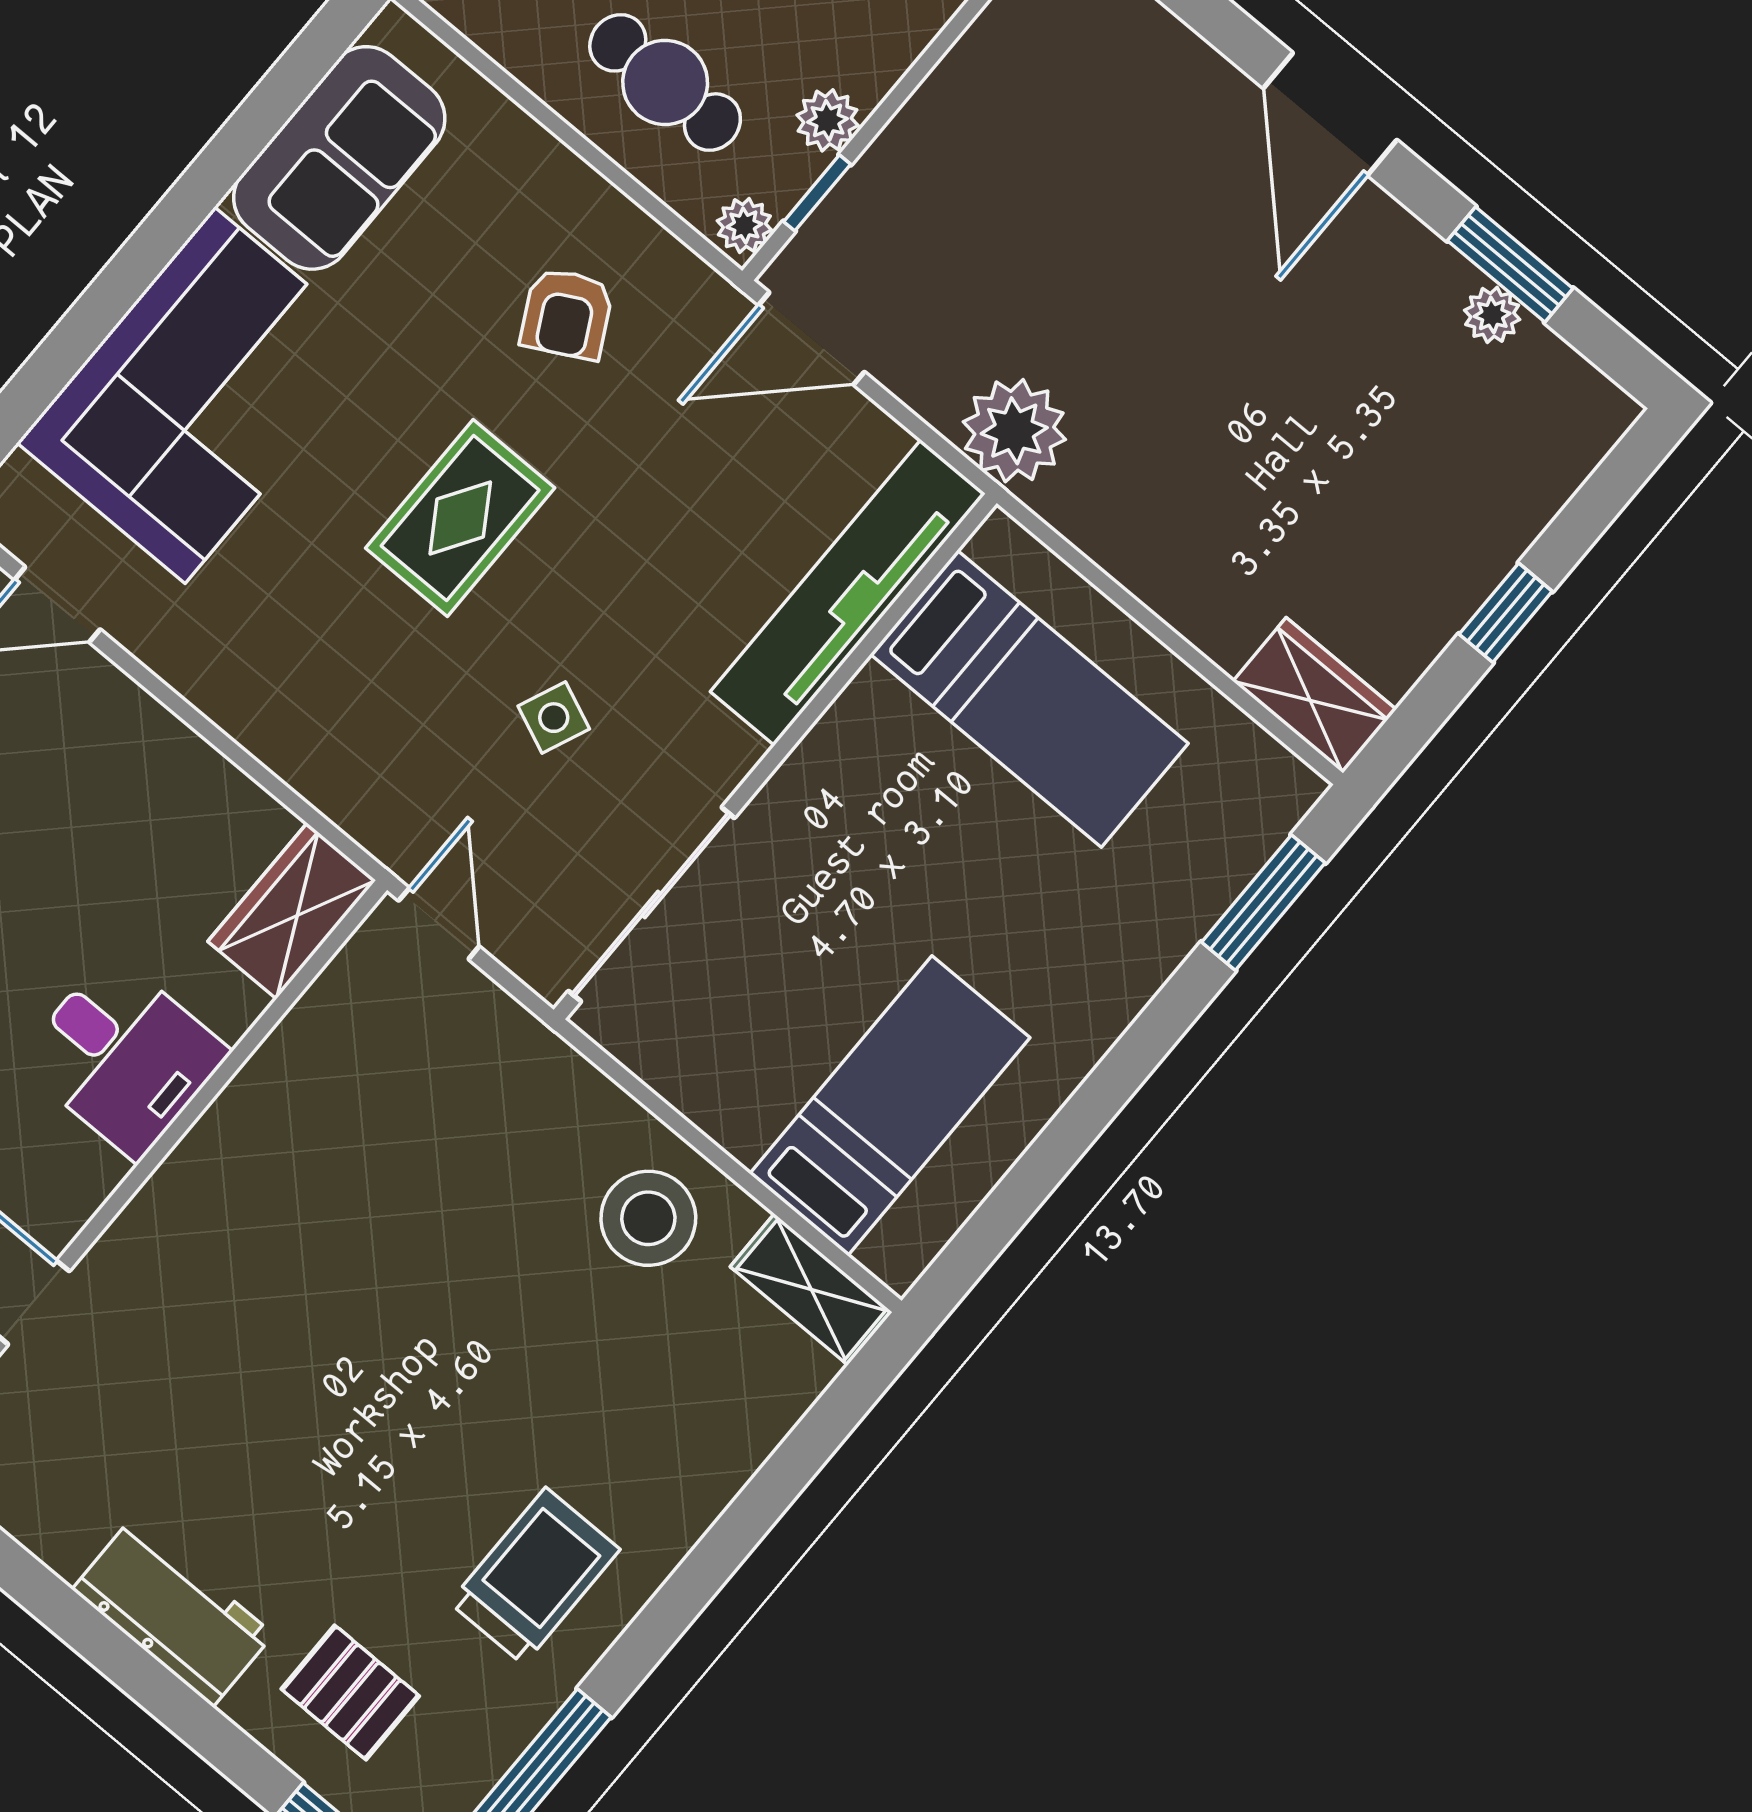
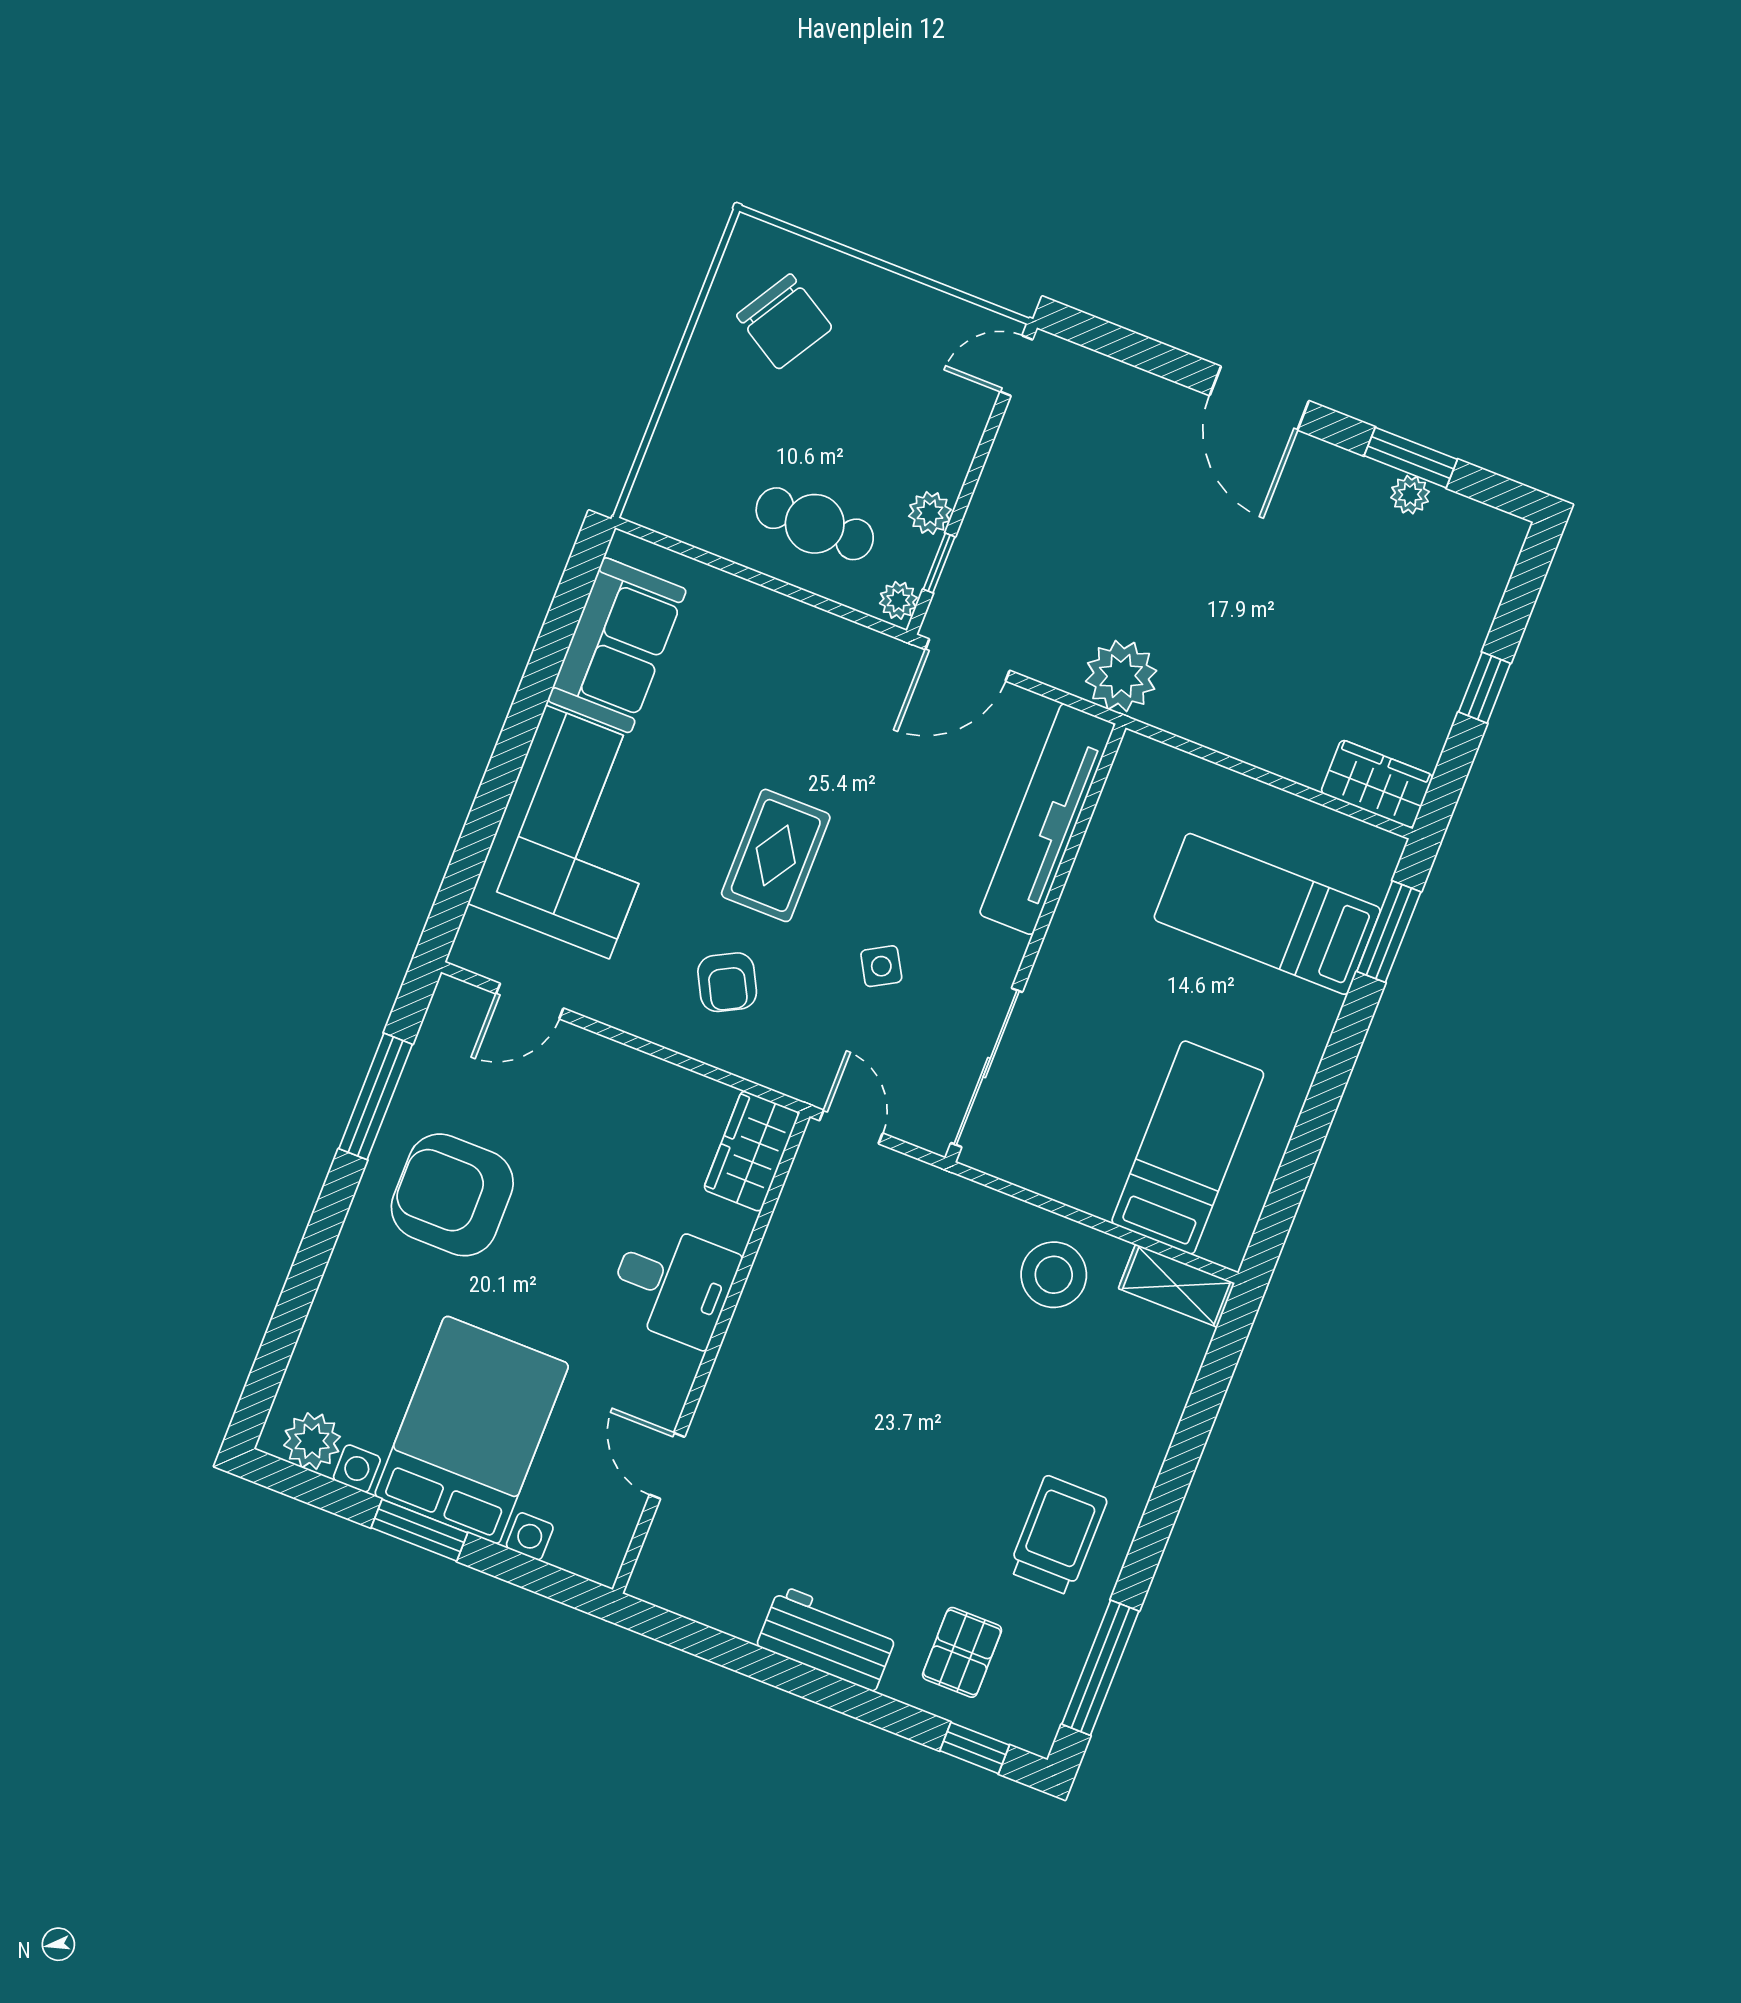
armchair: (567, 314) -> (727, 982), moved
bed: (1029, 699) -> (1267, 914), moved, turned 180
side table: (554, 718) -> (881, 966), turned 37
pallet: (350, 1692) -> (962, 1652), turned 90

